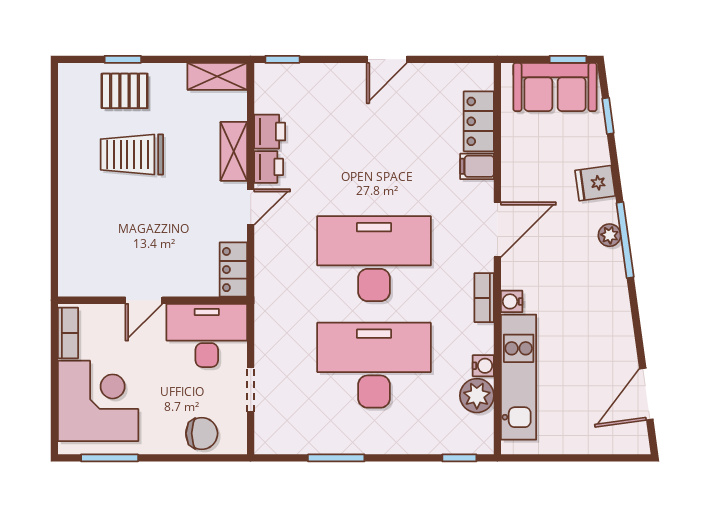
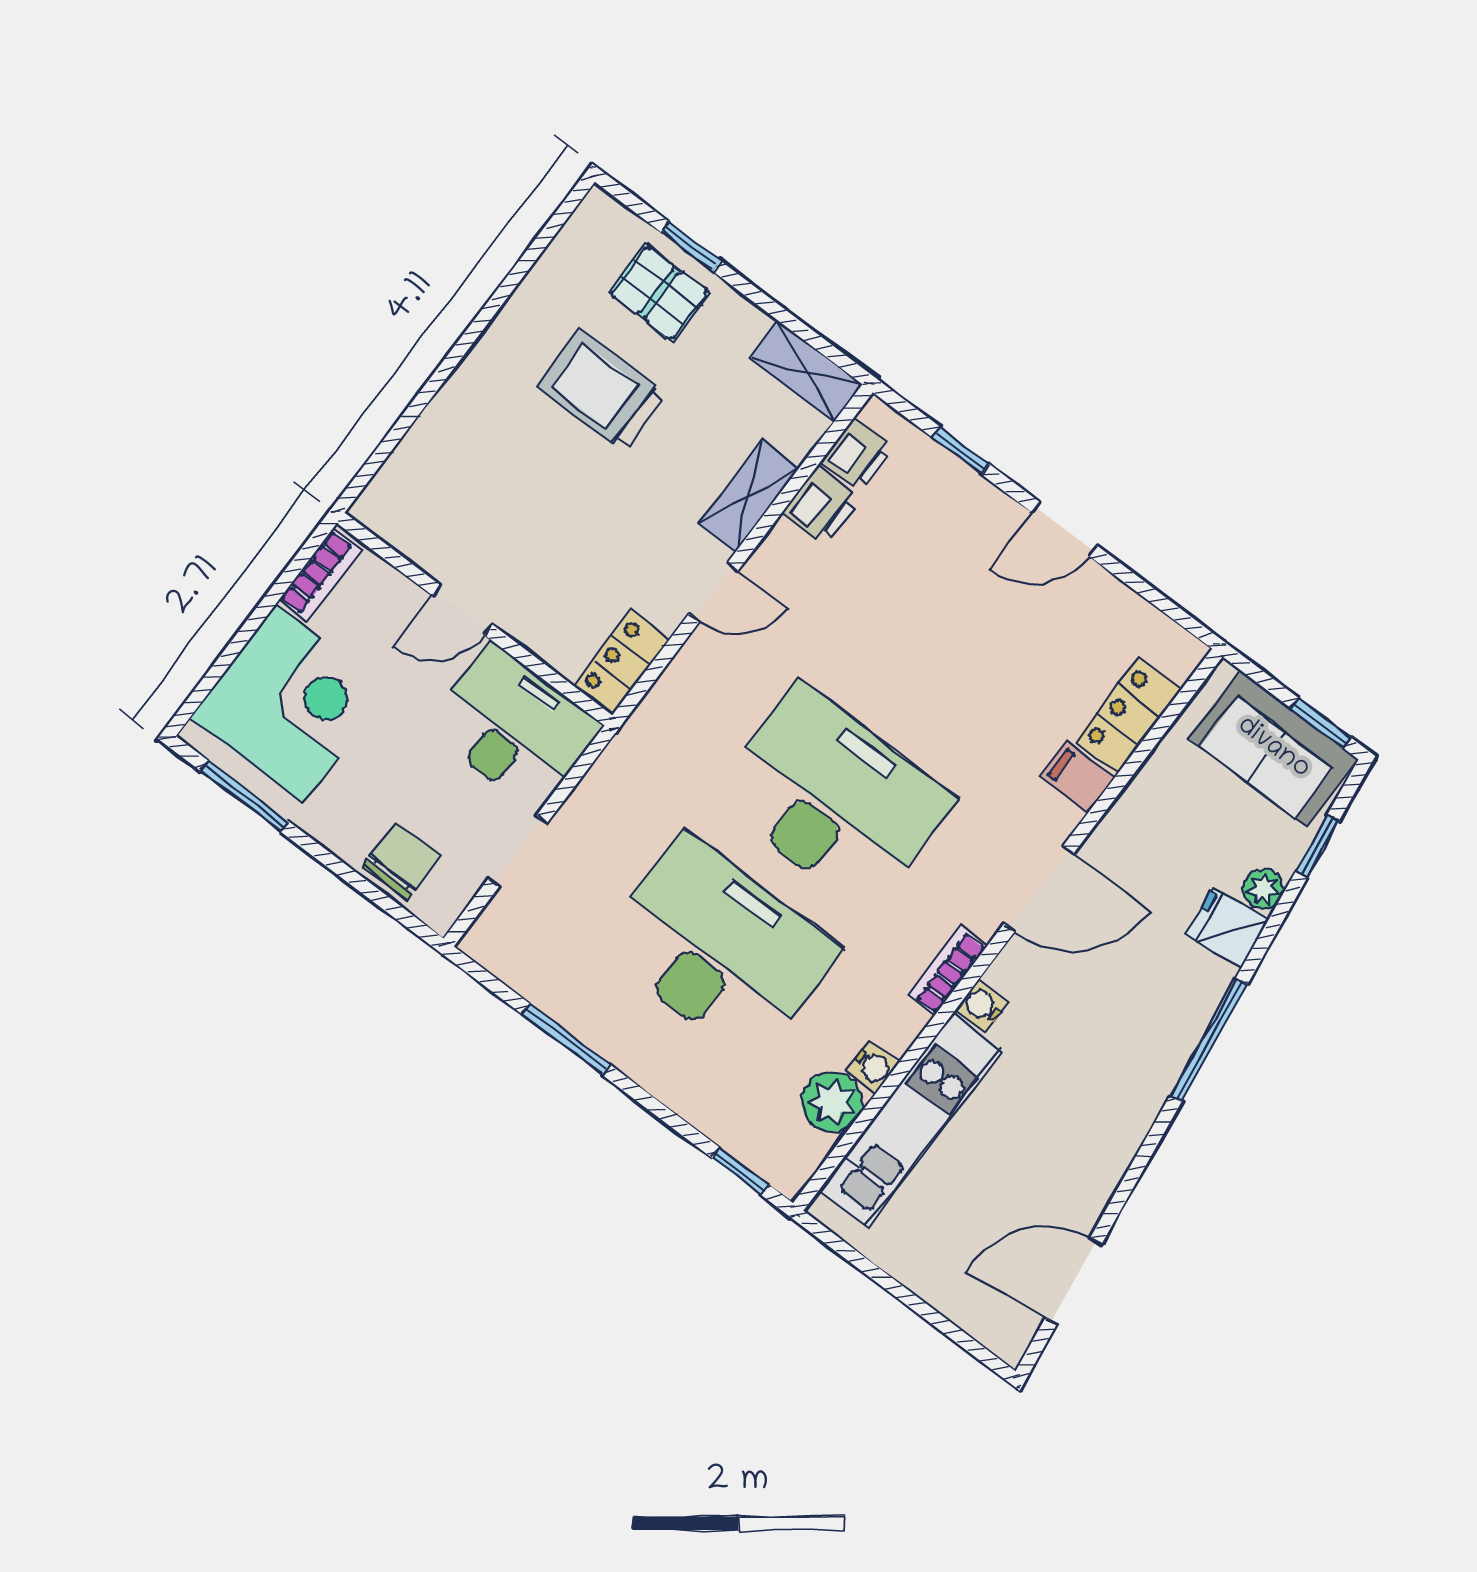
window: (282, 59) -> (961, 451), moved
printer: (269, 167) -> (858, 455), moved
plant: (610, 235) -> (1263, 889), moved
chair: (202, 433) -> (402, 861), turned -90

